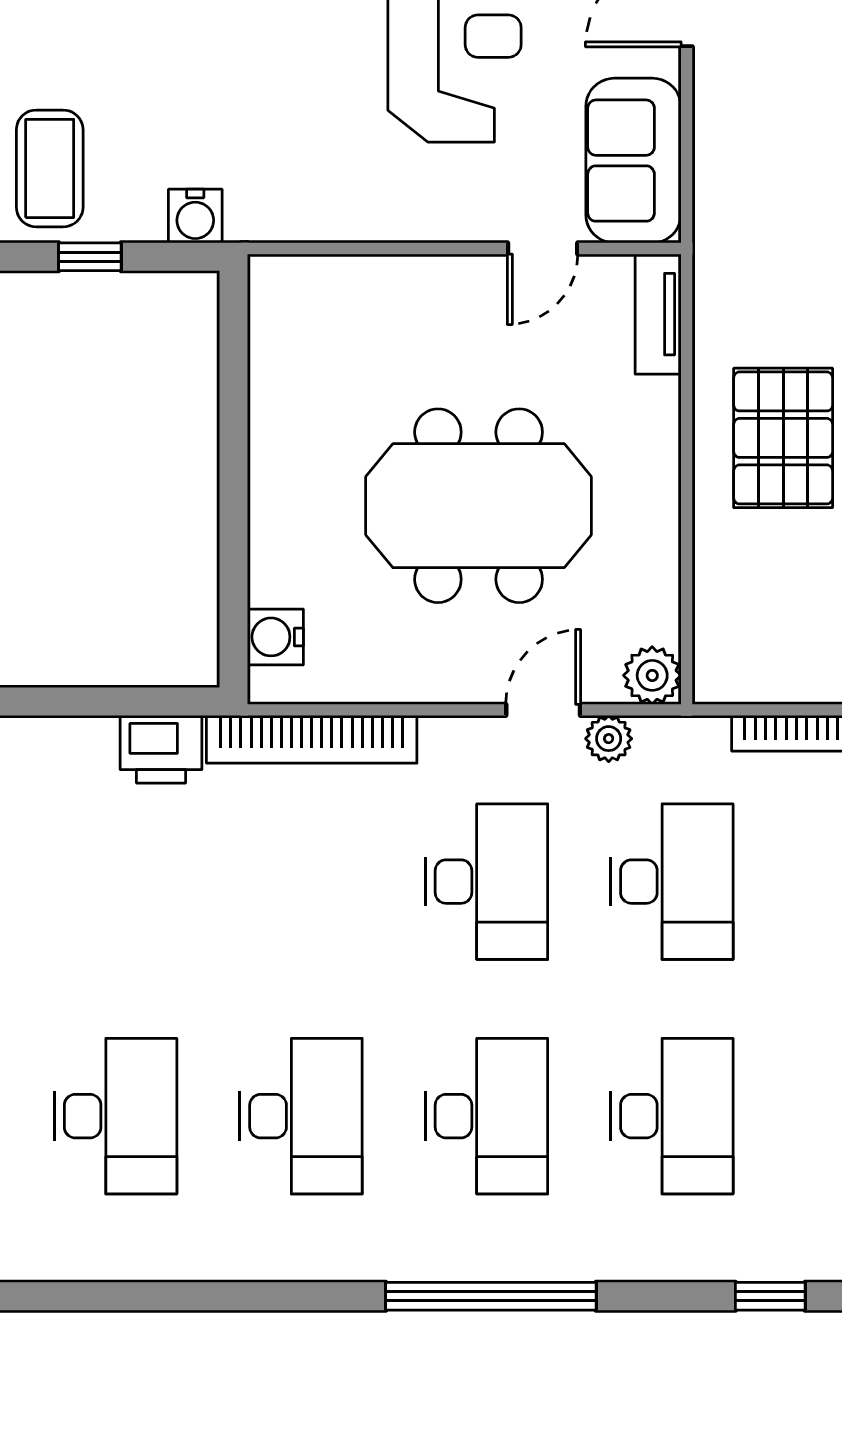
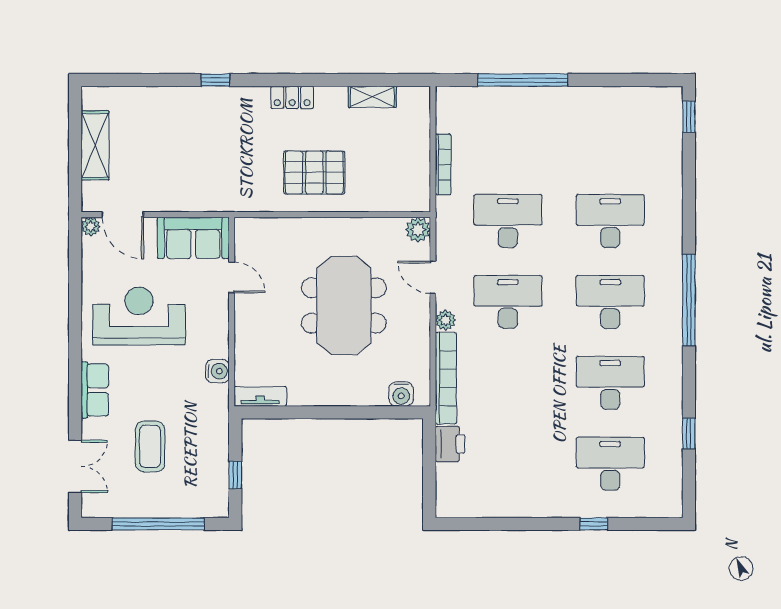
coffee table: (50, 168) -> (150, 446), moved, turned 90
water cooler: (195, 216) -> (217, 371), moved
tv unit: (658, 314) -> (260, 396), moved, turned 180
plant: (609, 739) -> (445, 320), moved
window: (770, 1296) -> (689, 433), moved

